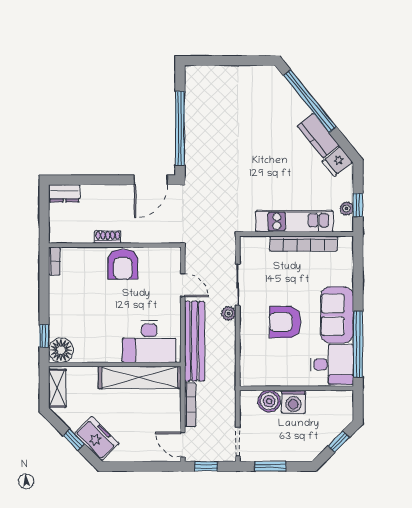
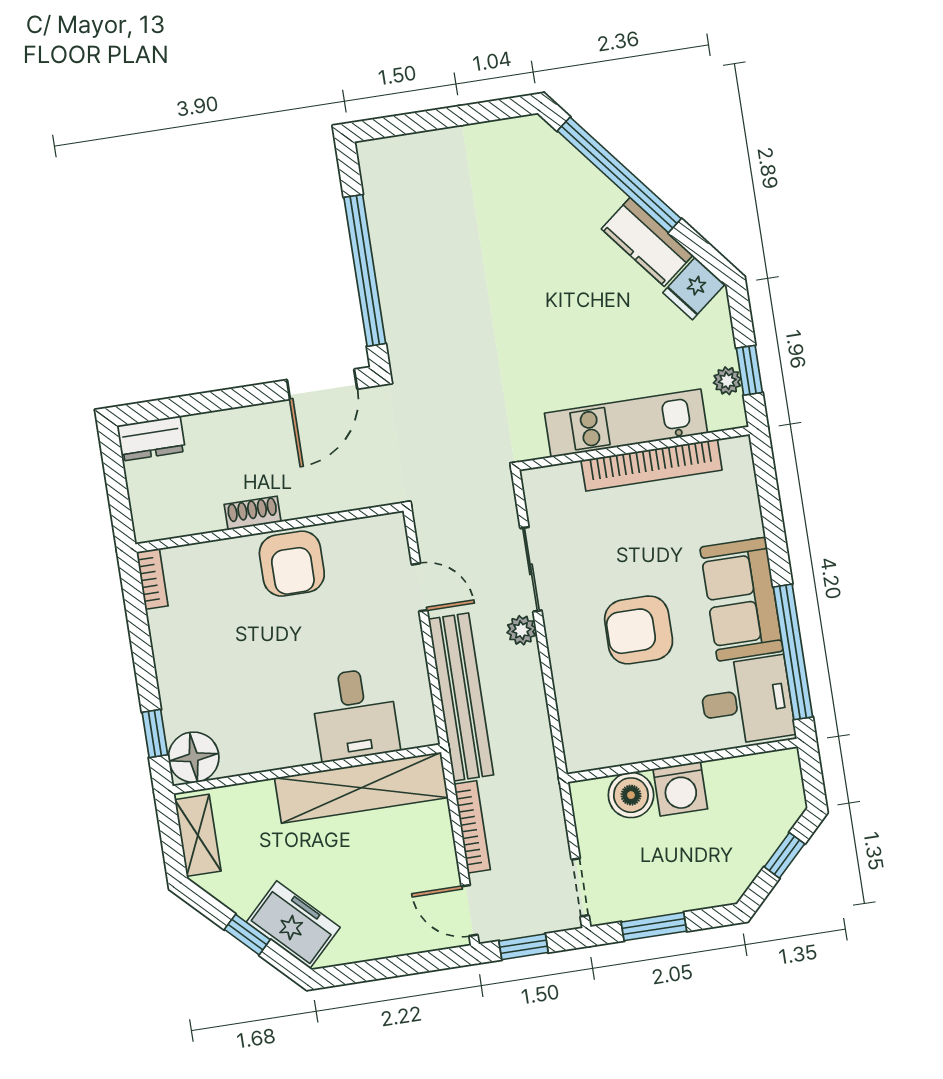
desk: (149, 342) -> (355, 714), width x0.73

